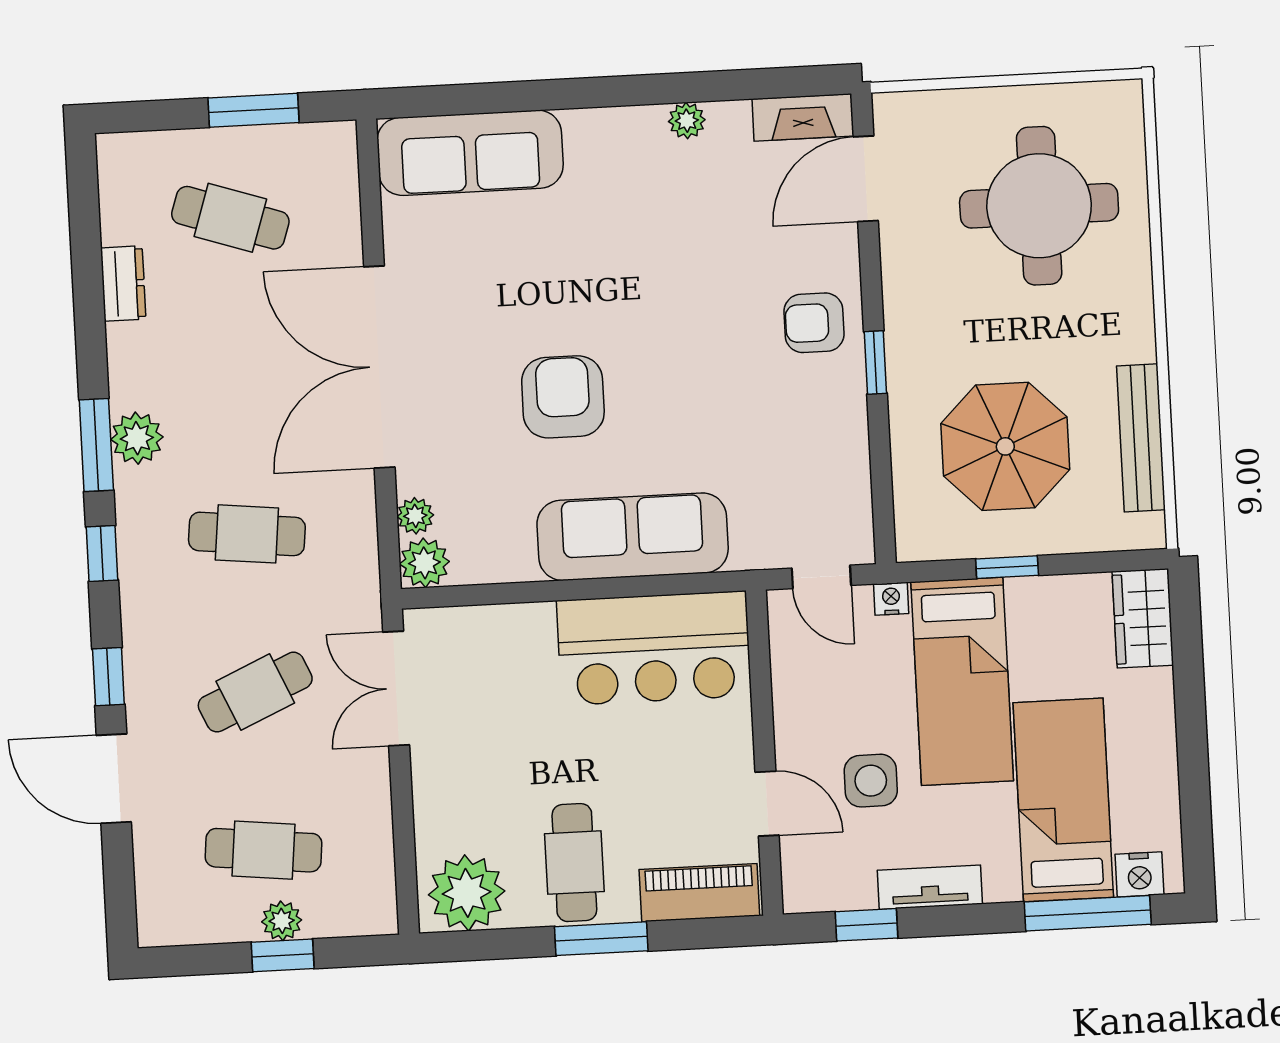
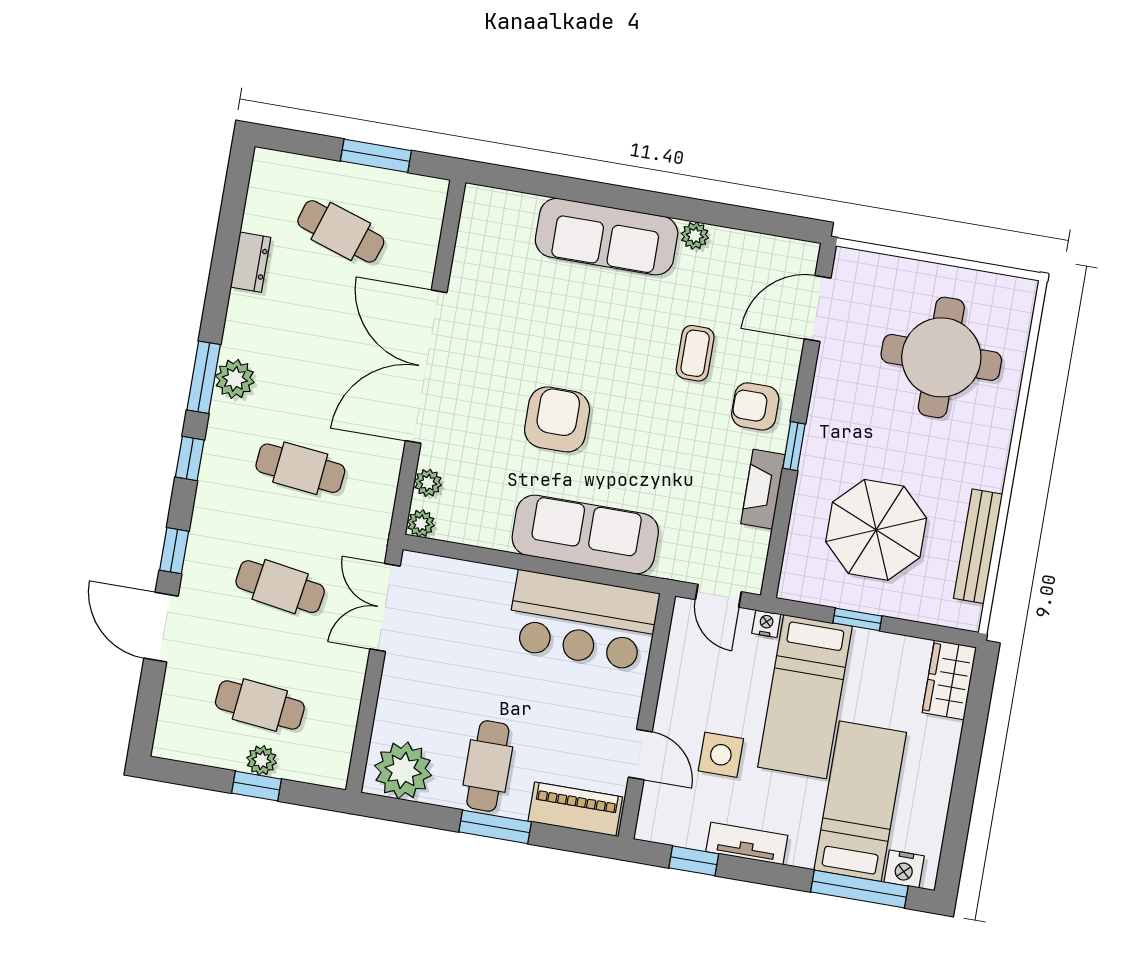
fireplace: (803, 117) -> (763, 489), moved, turned 90
sofa: (470, 153) -> (607, 237), moved
coffee table: (721, 272) -> (695, 353), added
plant: (424, 563) -> (421, 523), width x0.73, depth x0.73
cafe table: (255, 692) -> (280, 587), turned 33

